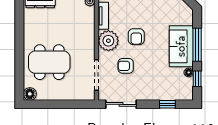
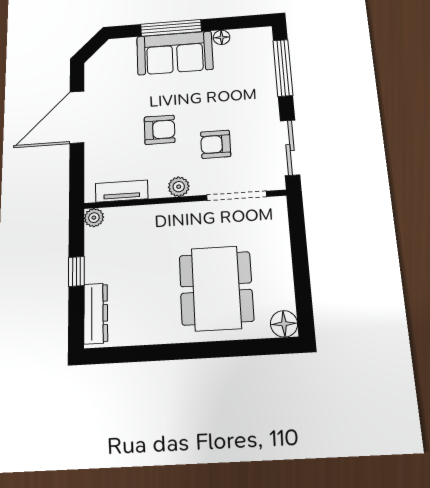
plant: (108, 41) -> (179, 187), width x0.53, depth x0.53
armchair: (126, 66) -> (216, 144), turned 90
window: (197, 79) -> (232, 23), removed
window: (167, 104) -> (283, 68), width x2.17

